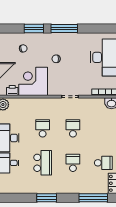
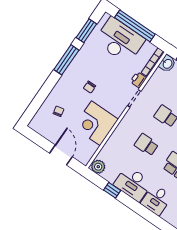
window: (34, 29) -> (86, 31), moved
printer: (12, 90) -> (138, 80), moved

